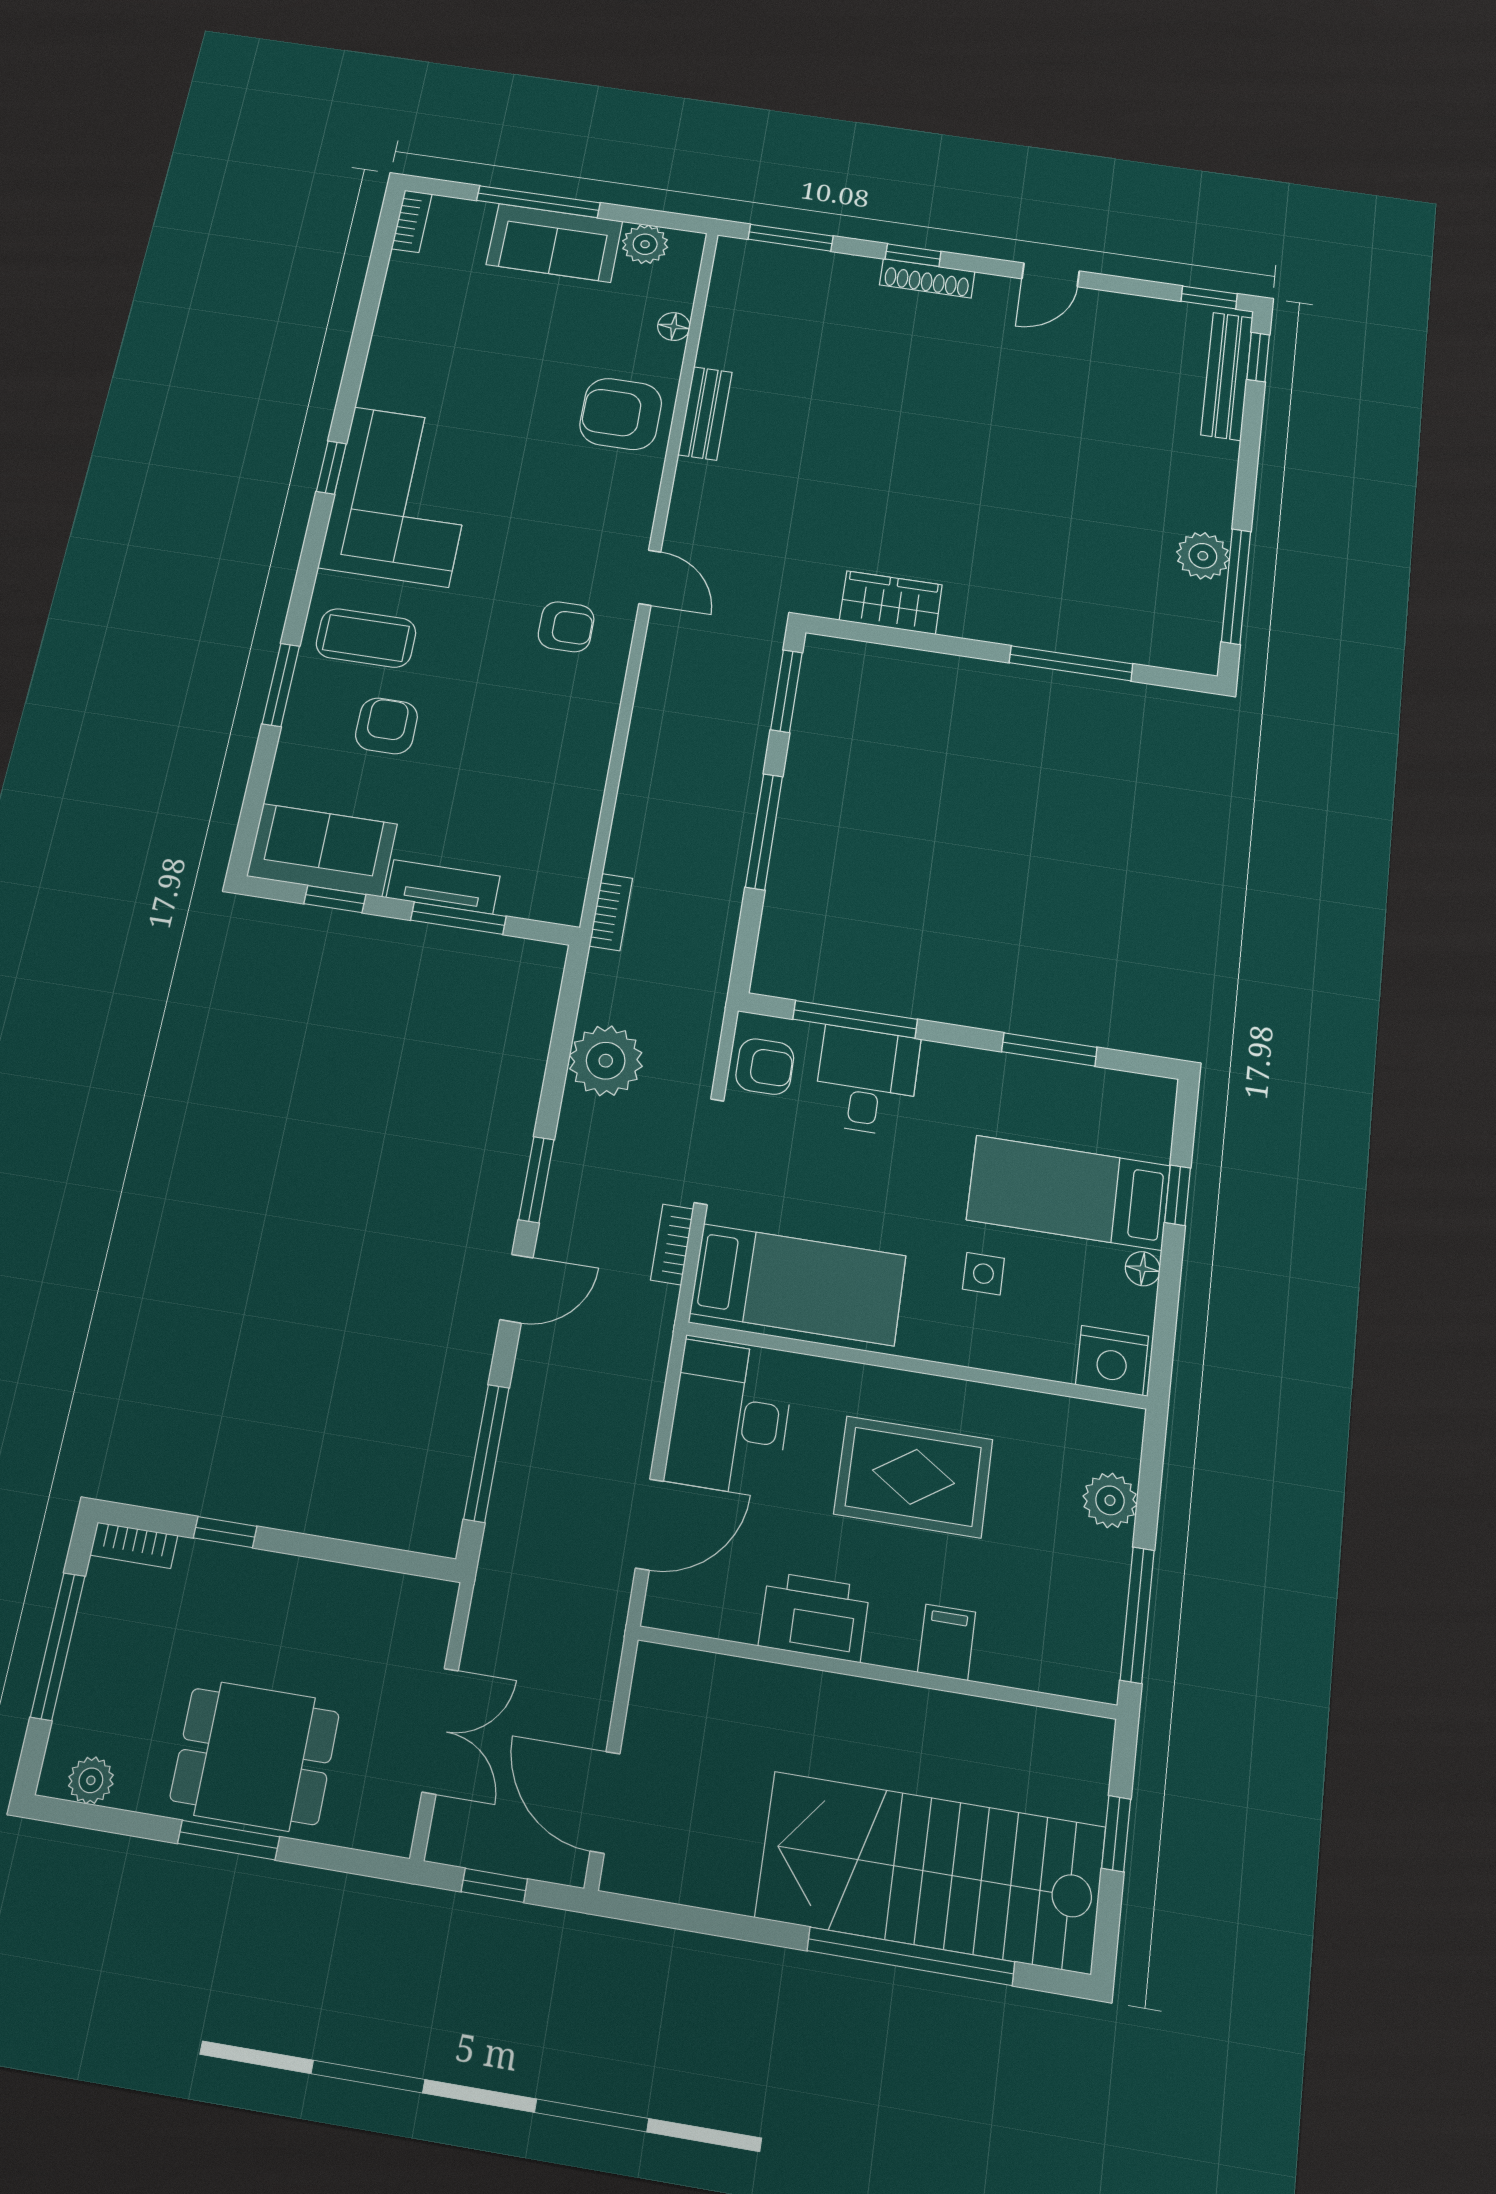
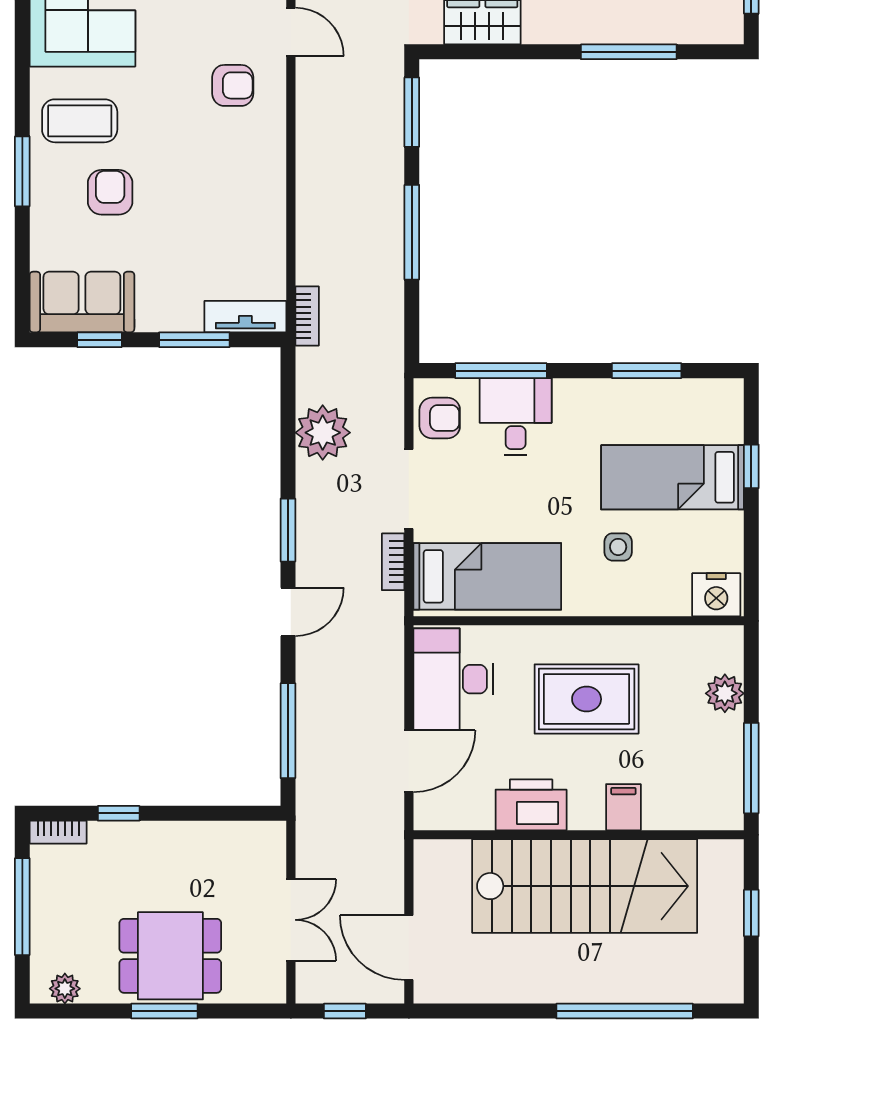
tv unit: (443, 887) -> (245, 317), moved
floor lamp: (1143, 1269) -> (731, 525), removed
stairs: (931, 1872) -> (585, 886), moved, turned 180

